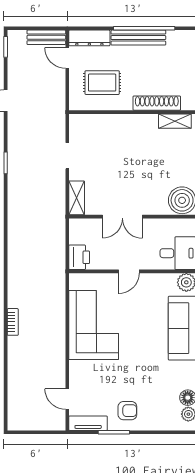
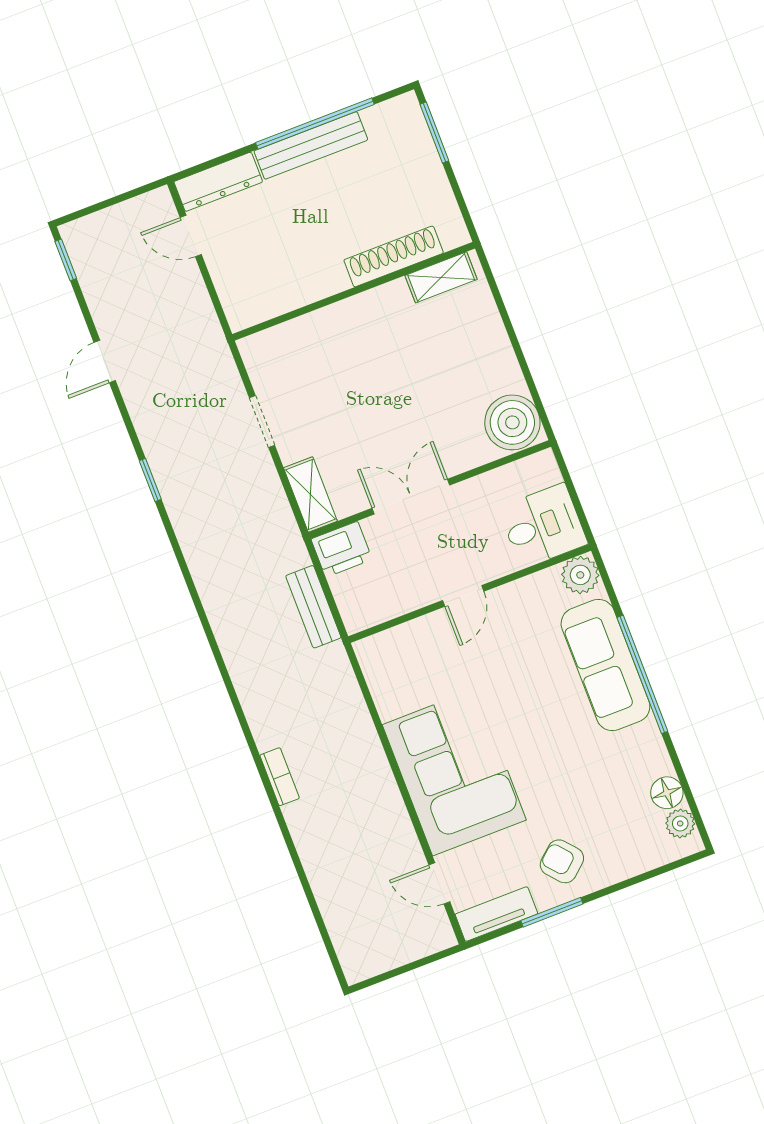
bench: (46, 37) -> (313, 607), moved, turned 90
rug: (102, 83) -> (275, 257), removed
double door: (122, 217) -> (411, 497), swing flipped
printer: (79, 257) -> (342, 549), moved, turned 90
corner sofa: (94, 325) -> (454, 772), moved
armchair: (127, 411) -> (562, 861), turned -131

